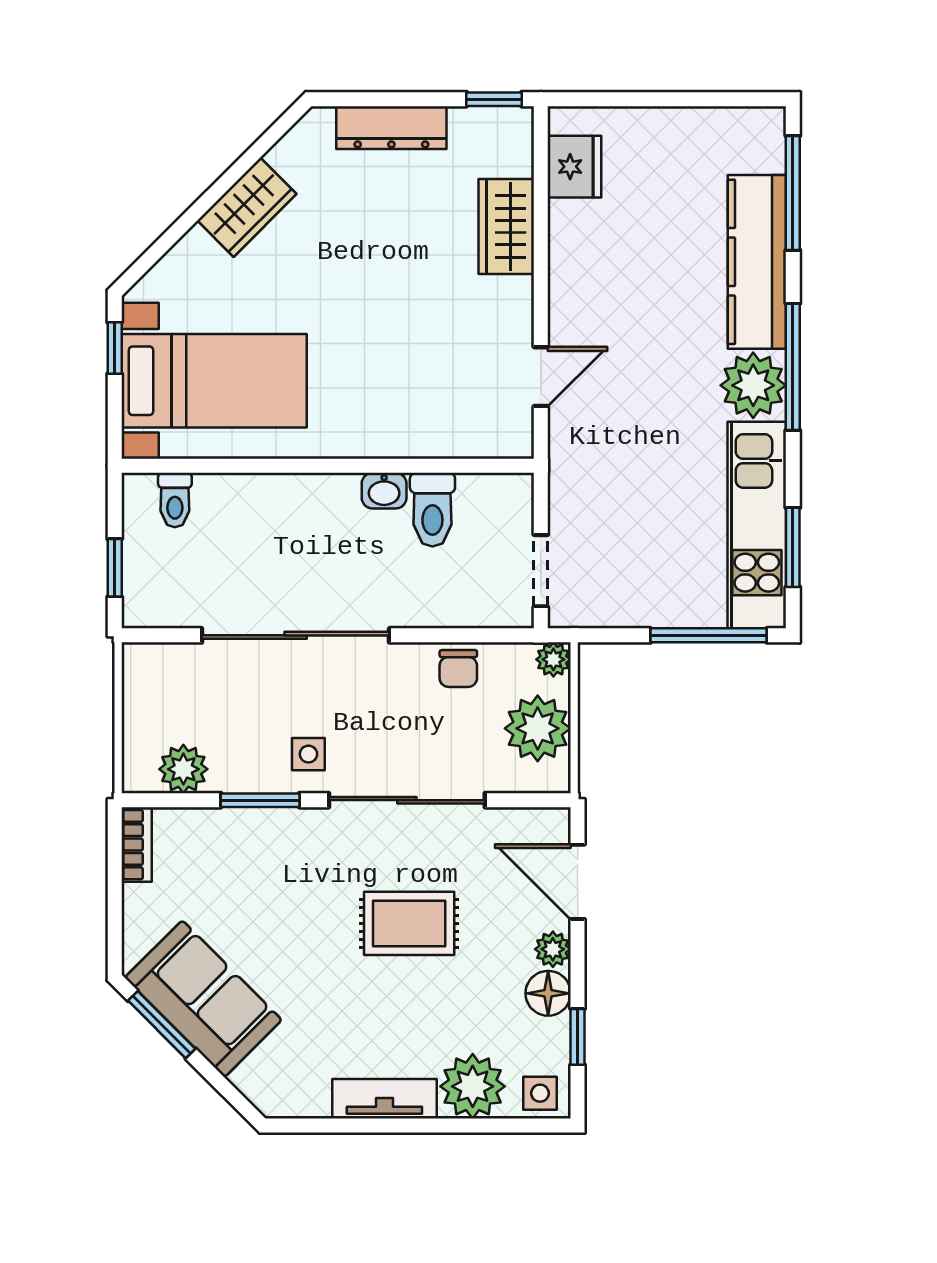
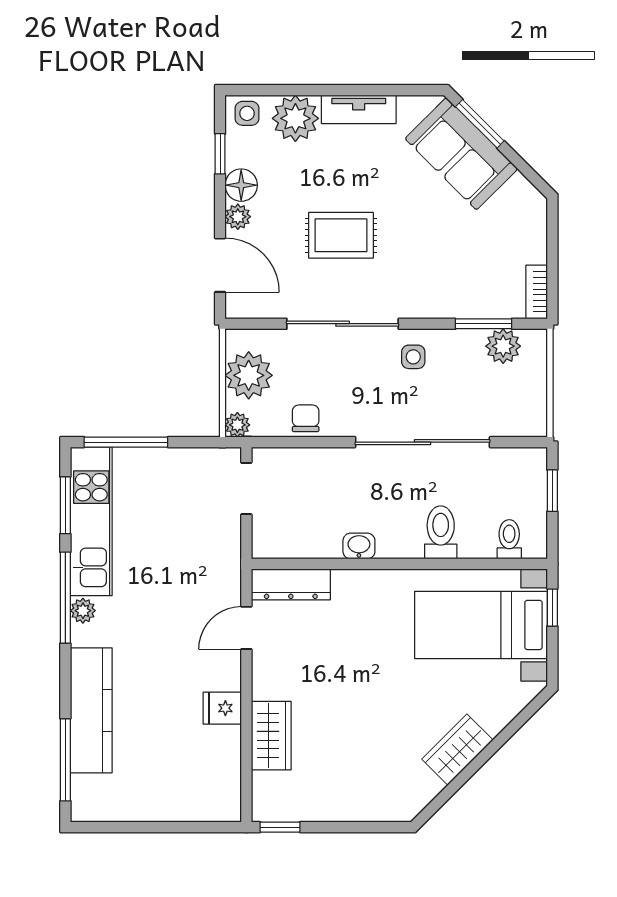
dresser: (391, 128) -> (291, 584), moved, turned 180
fridge: (574, 167) -> (222, 708), moved, width x0.72
window: (115, 348) -> (552, 608), moved
window: (793, 367) -> (65, 598), moved
plant: (753, 385) -> (83, 611), width x0.53, depth x0.53
toilet: (432, 510) -> (441, 532), moved
window: (260, 800) -> (483, 324), moved
sofa: (203, 999) -> (461, 154), moved
window: (162, 1025) -> (480, 124), moved

